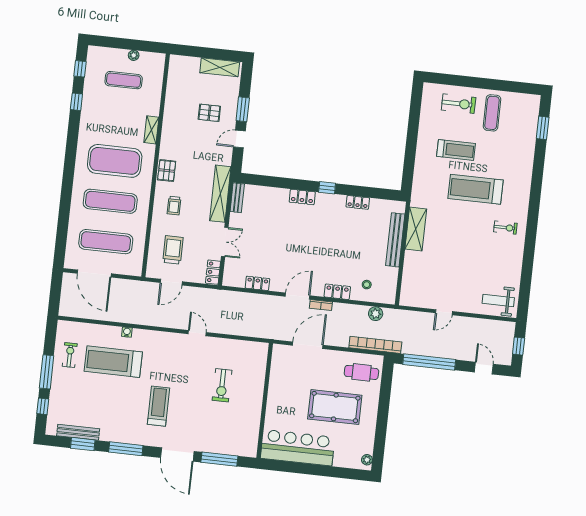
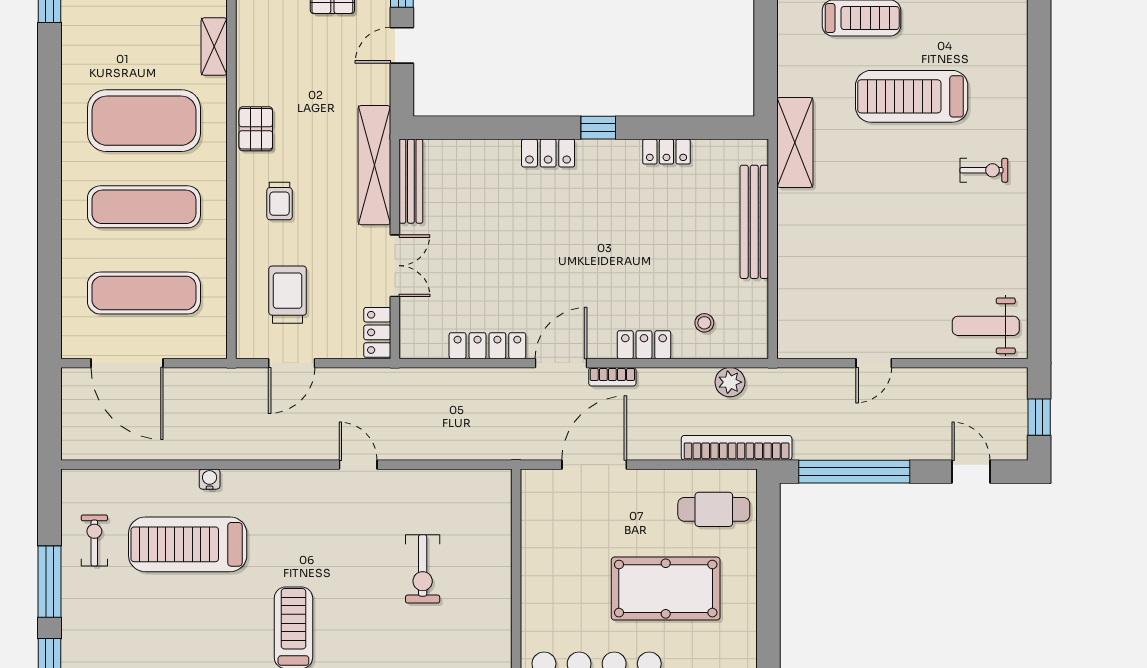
bench: (237, 198) -> (411, 181), width x1.36
shelving: (416, 229) -> (795, 142), moved
locker: (257, 283) -> (487, 346), width x1.53

